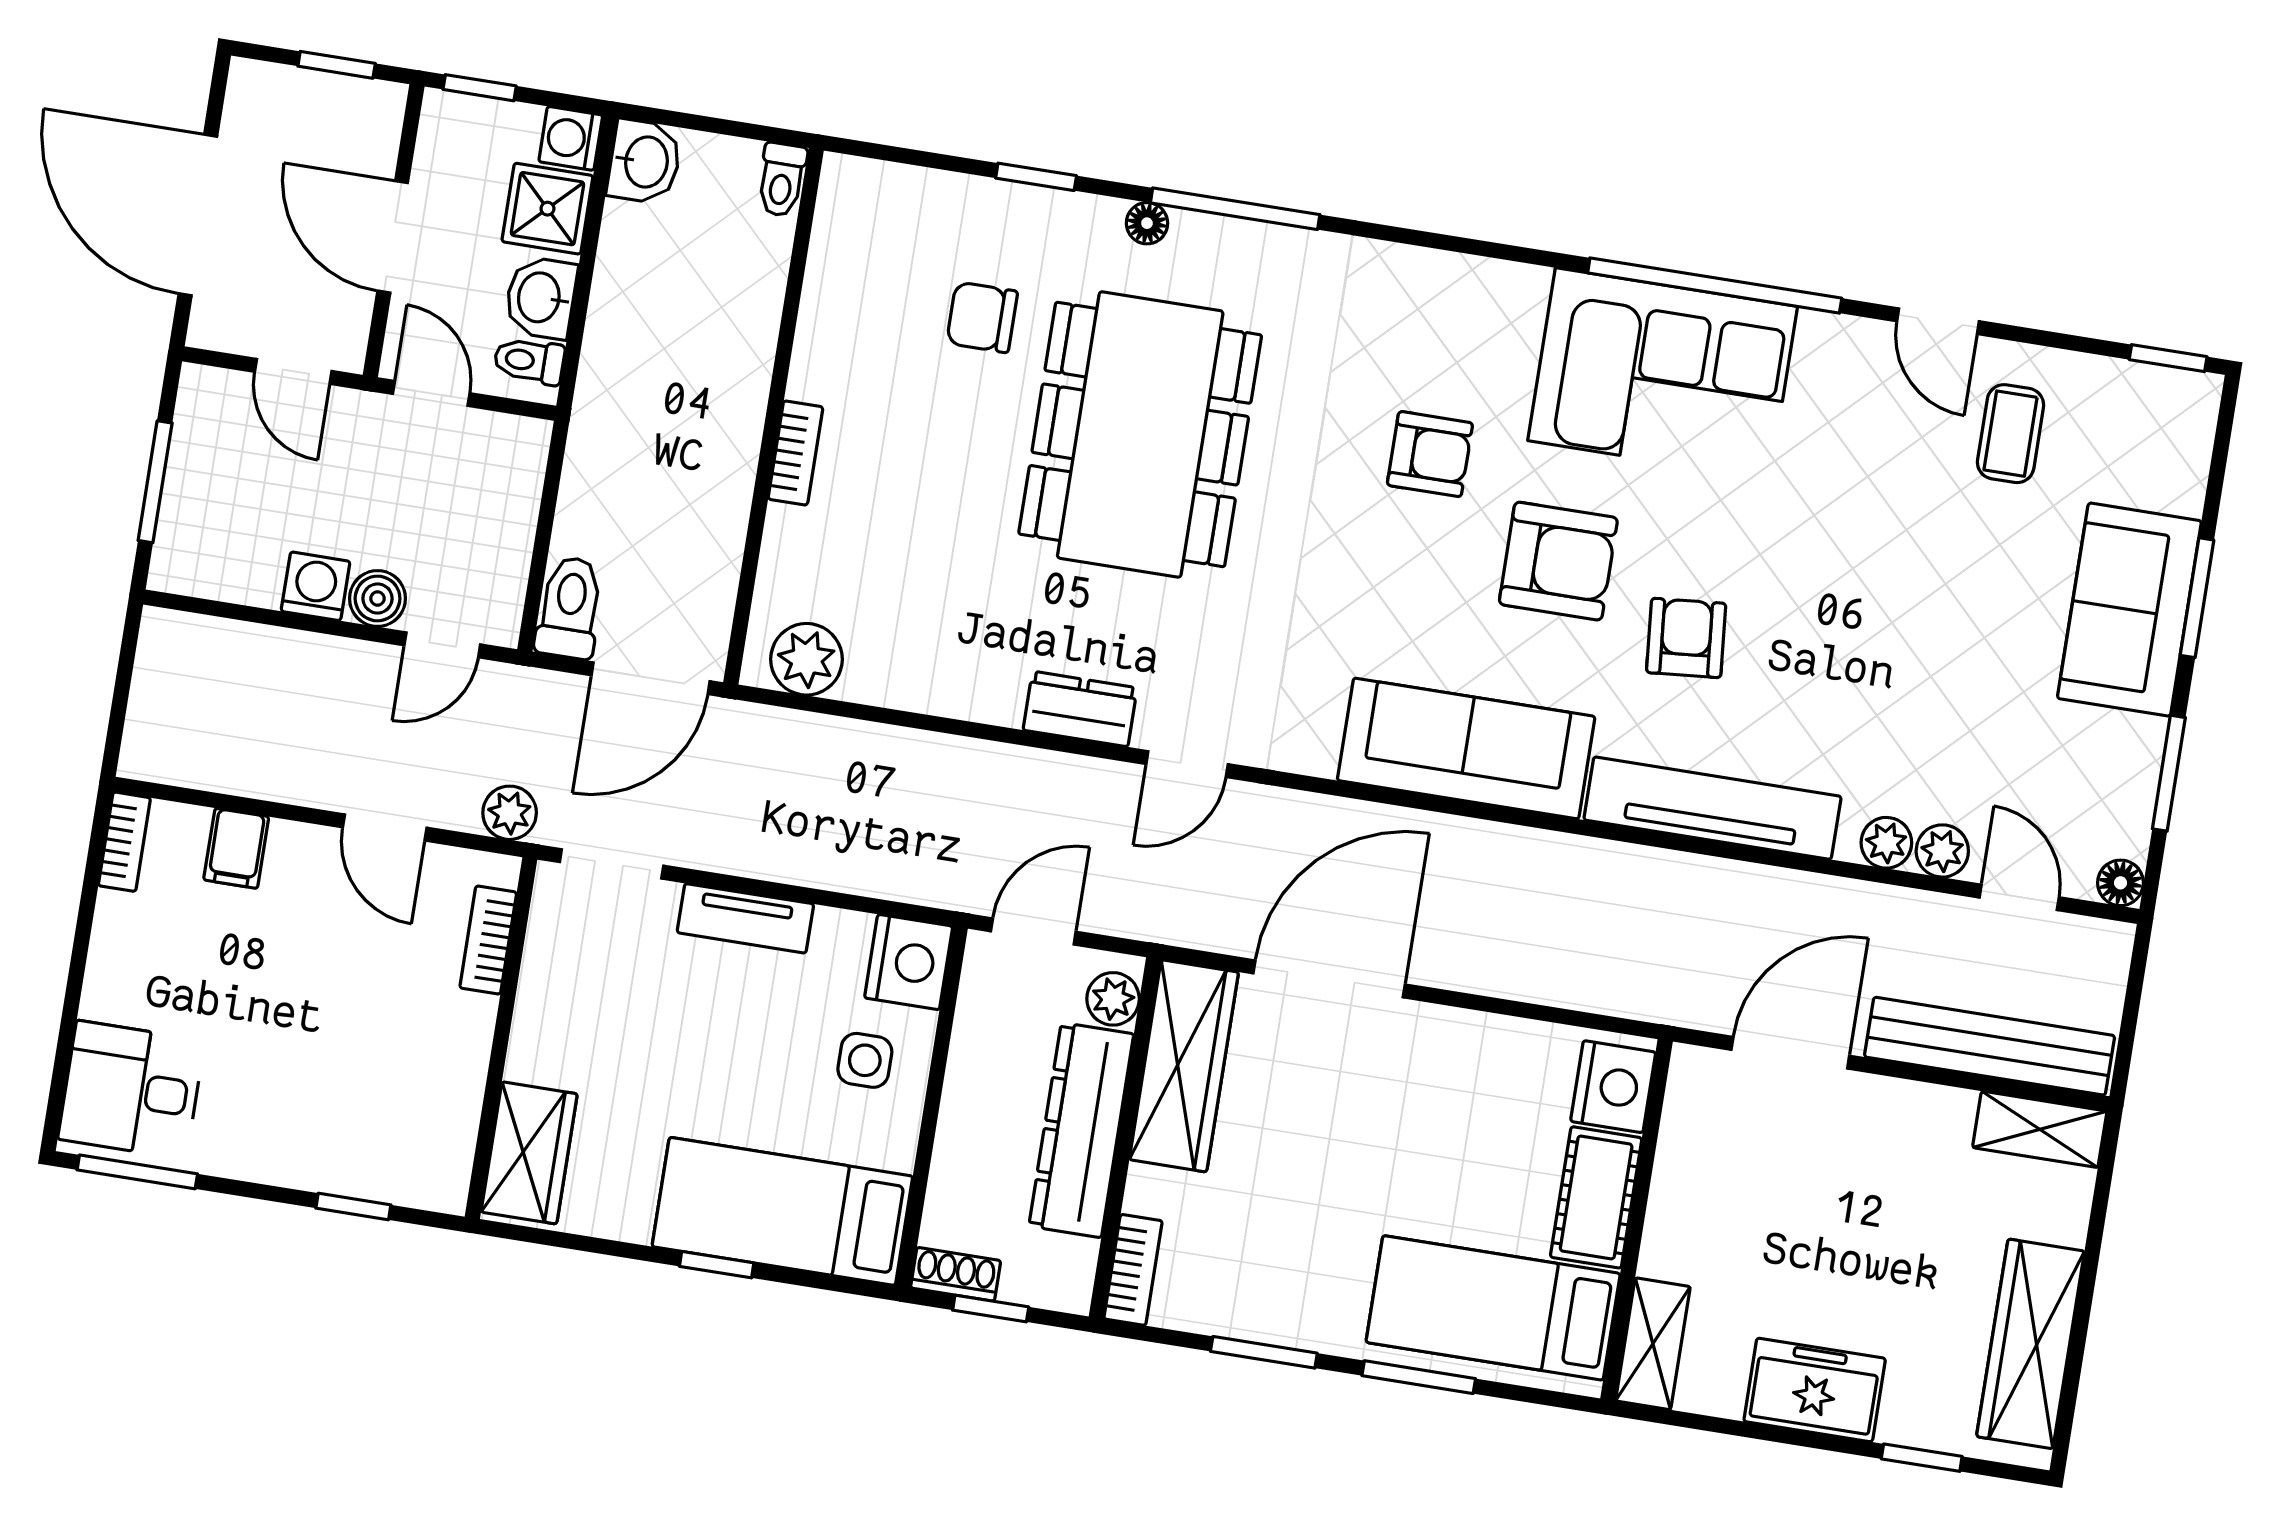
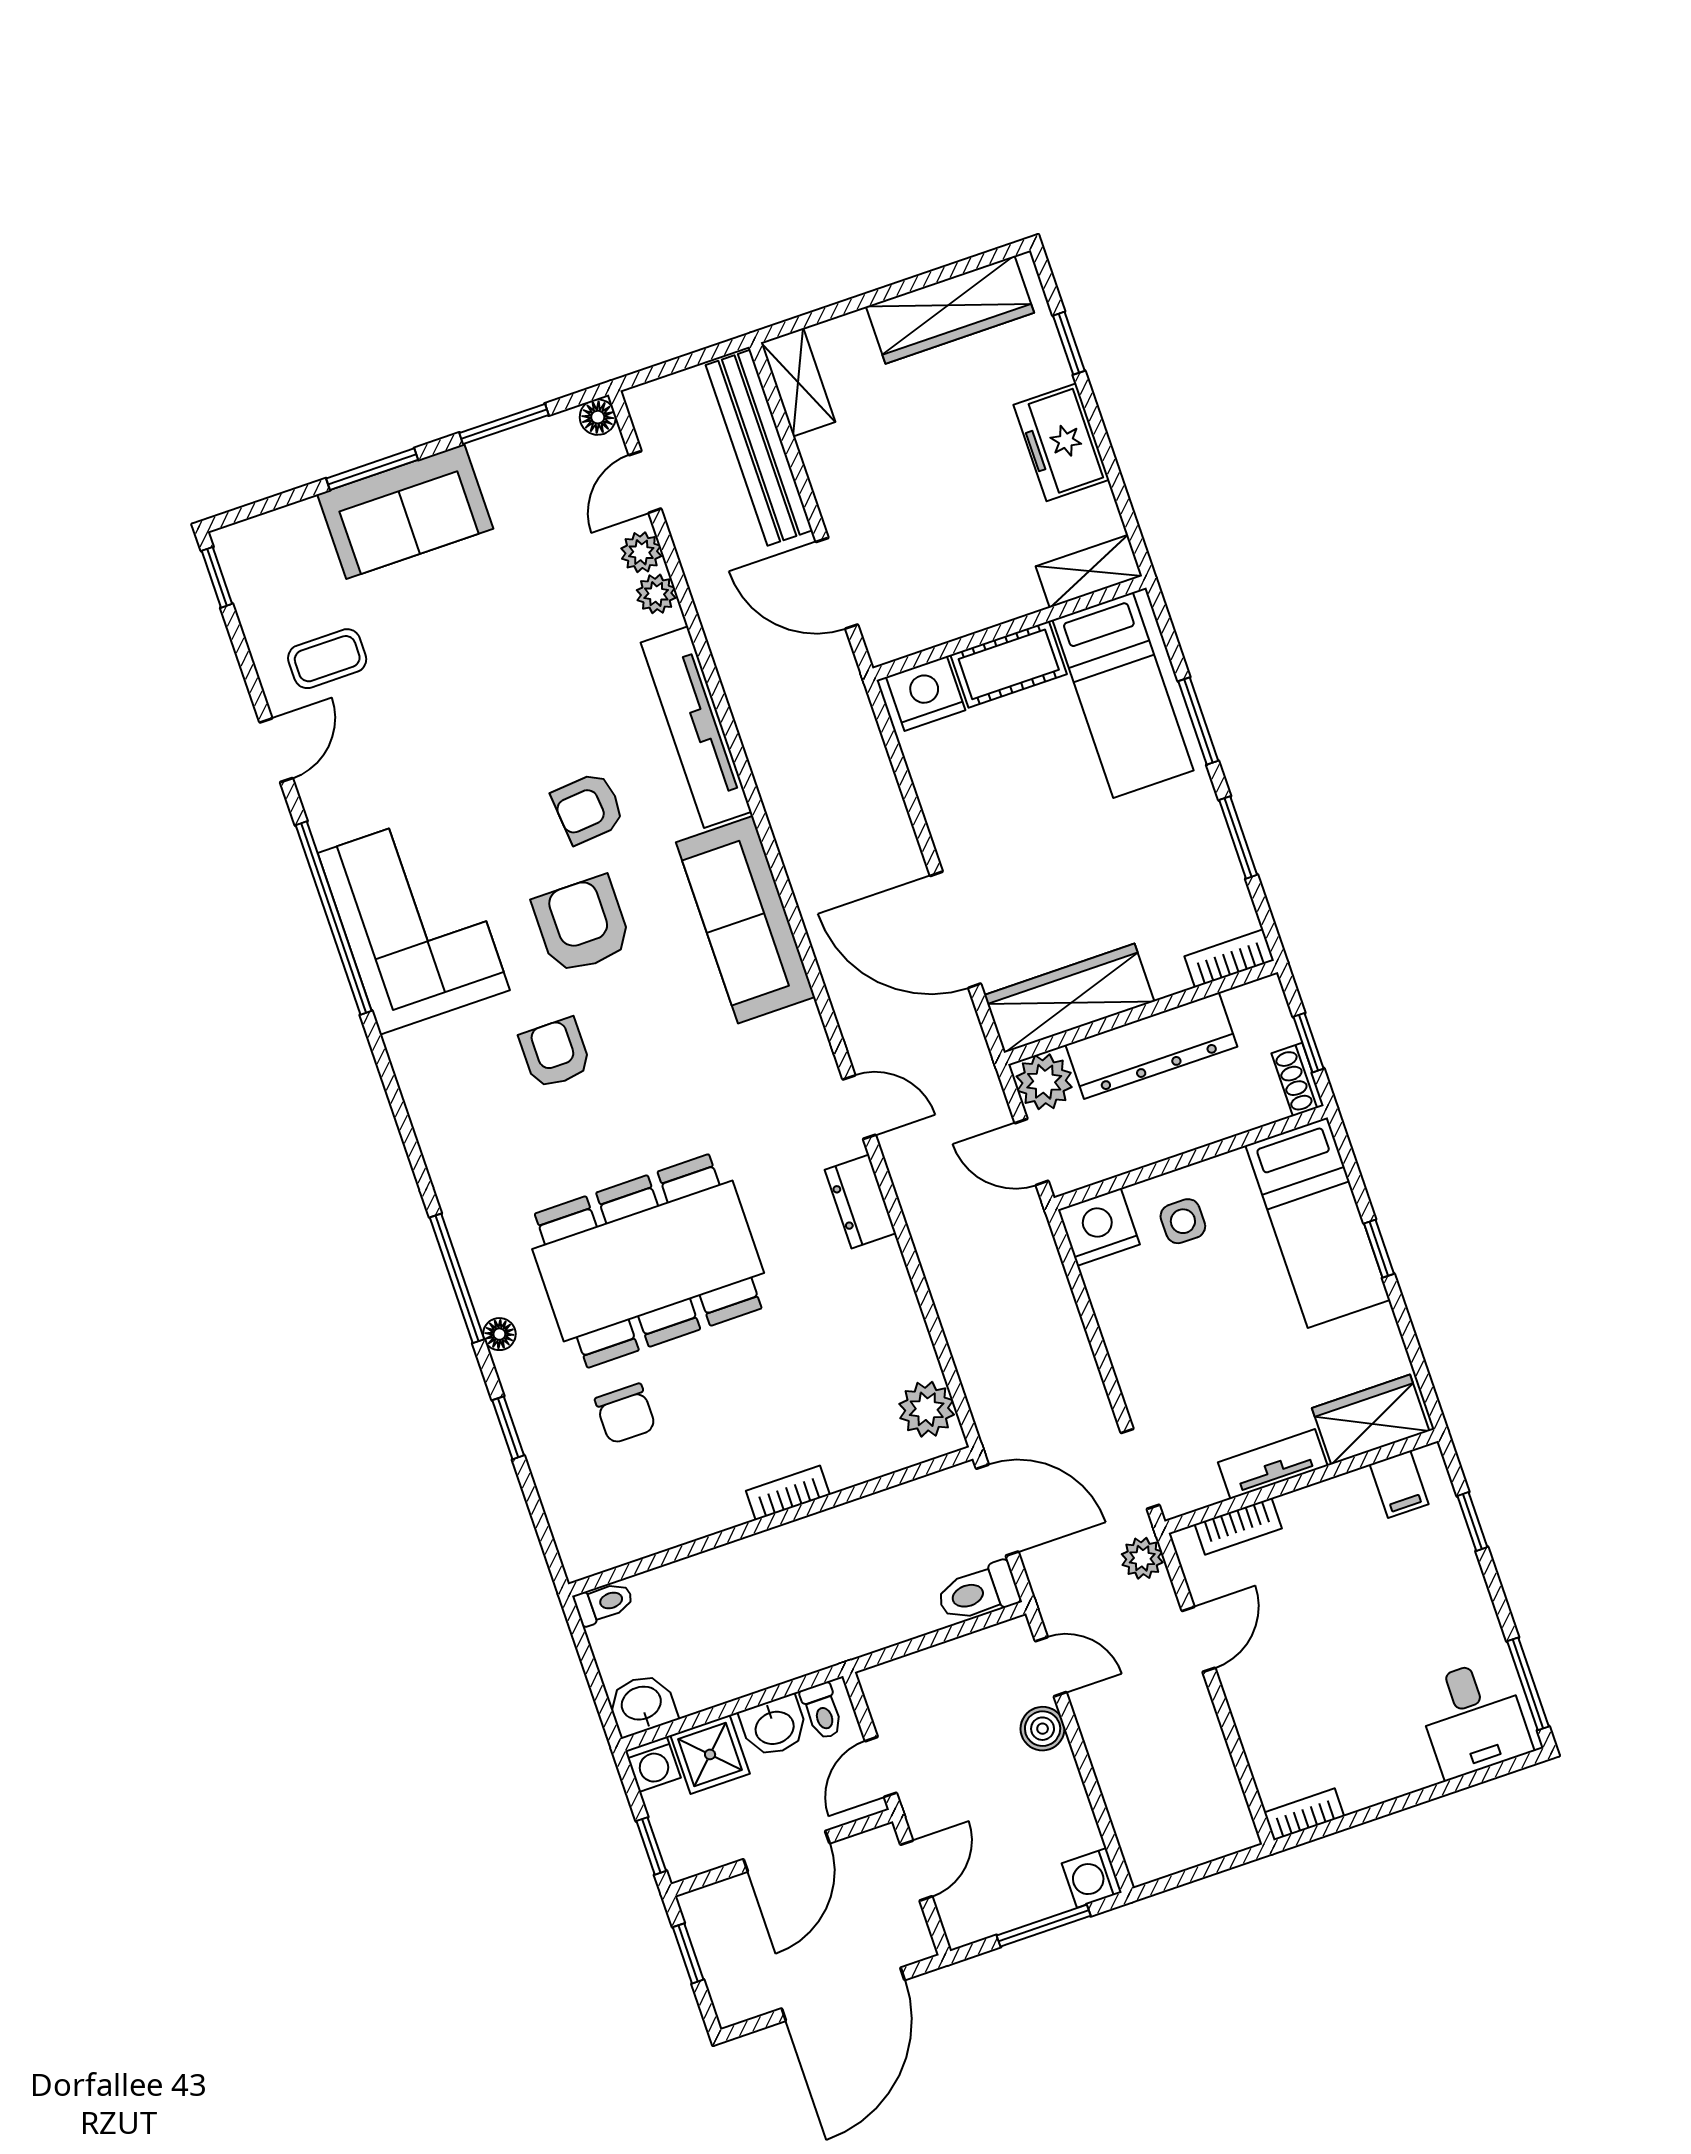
washing machine: (316, 586) -> (1092, 1878), moved
filing cabinet: (236, 848) -> (1399, 1484), moved, turned 90
tv unit: (745, 918) -> (1273, 1464), moved, turned -90
plant: (1113, 999) -> (1044, 1082), width x1.38, depth x1.38

